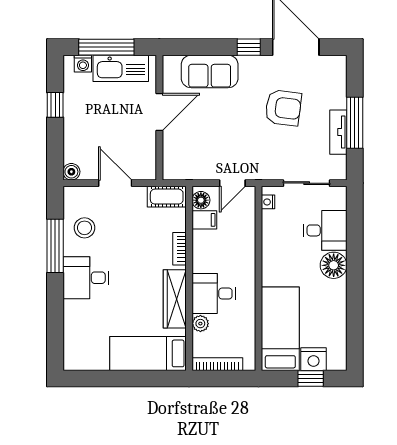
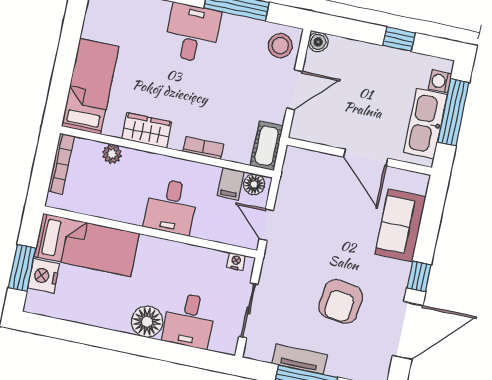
stool: (85, 228) -> (280, 46), moved
desk: (214, 294) -> (171, 207), moved, turned 180
wardrobe: (175, 299) -> (147, 130), width x0.67
window: (311, 379) -> (22, 268), width x1.50

